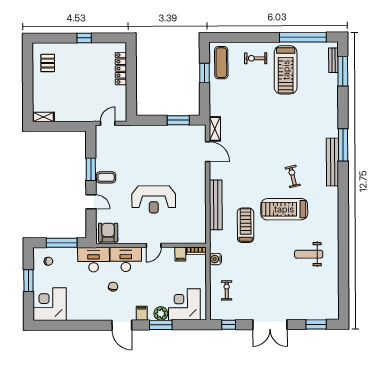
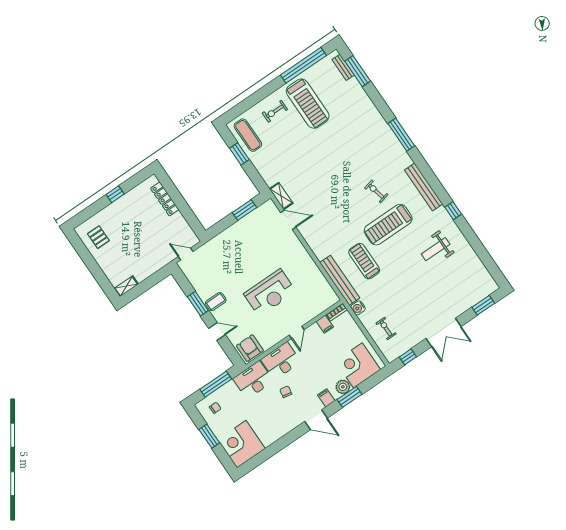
door: (108, 123) -> (186, 254), hinge flipped
bench: (333, 162) -> (424, 187), moved
bench: (216, 205) -> (340, 280), moved
window: (343, 233) -> (453, 211), added

